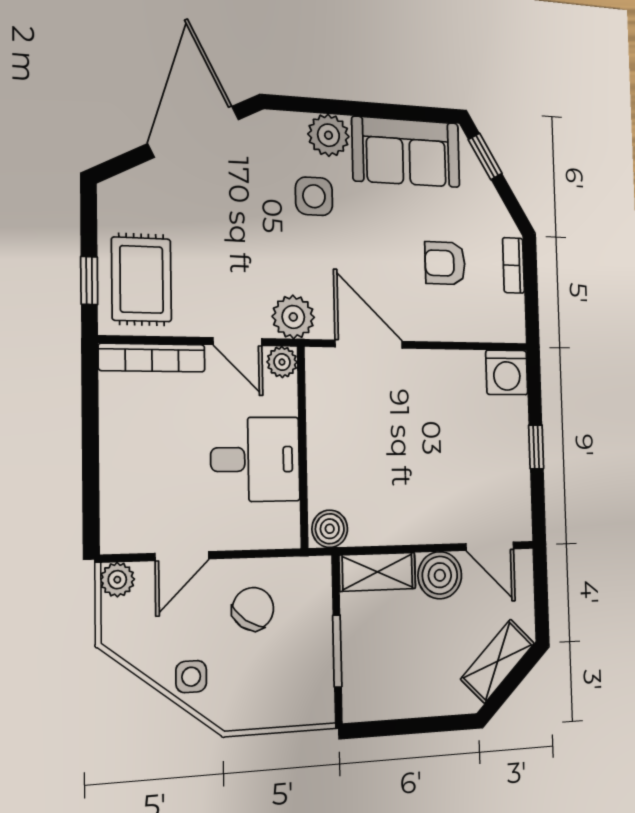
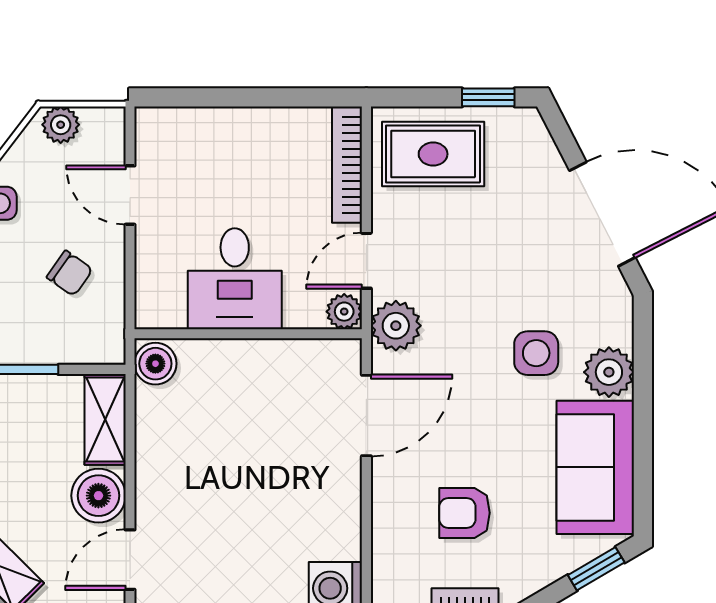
armchair: (445, 263) -> (464, 513), turned -90
window: (89, 281) -> (488, 97), moved
plant: (117, 580) -> (61, 125), moved
chair: (253, 609) -> (70, 273), width x0.73, depth x0.73

